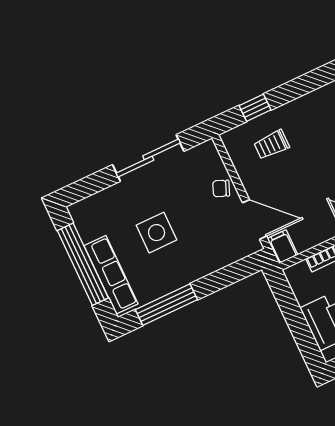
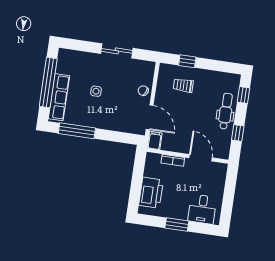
sliding door: (148, 158) -> (117, 51), width x0.73
side table: (157, 233) -> (96, 91), width x0.54, depth x0.54

